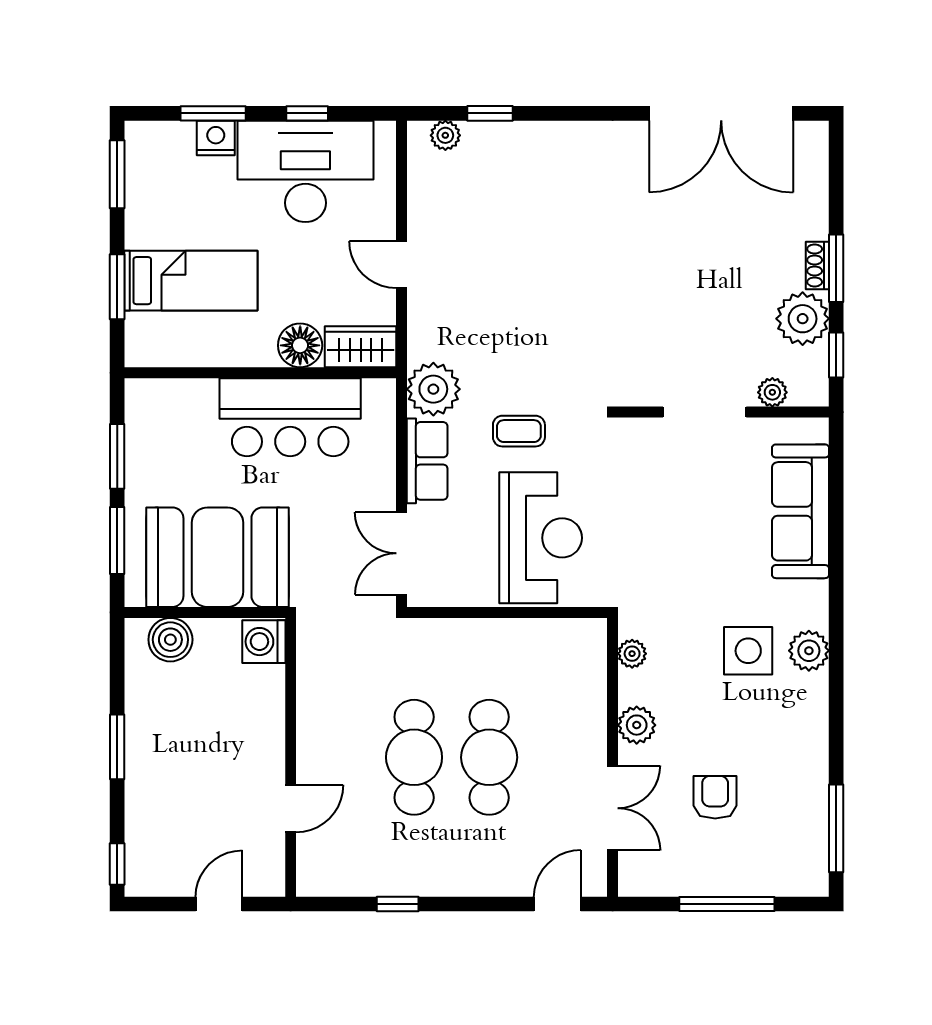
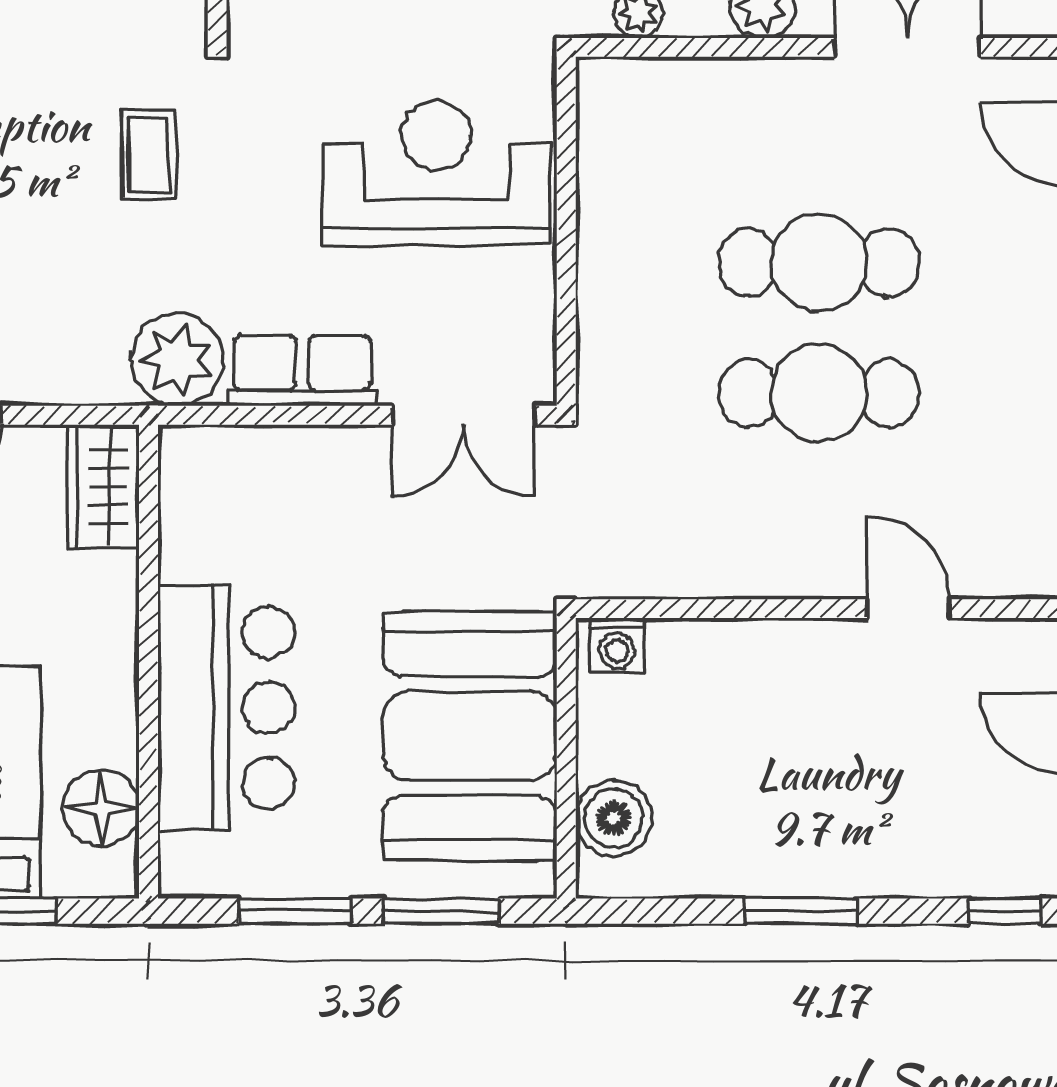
floor lamp: (300, 345) -> (101, 808), moved
bar counter: (290, 417) -> (226, 708), moved
coffee table: (519, 431) -> (149, 155), moved
washing machine: (264, 642) -> (617, 645), width x0.73, depth x0.73

